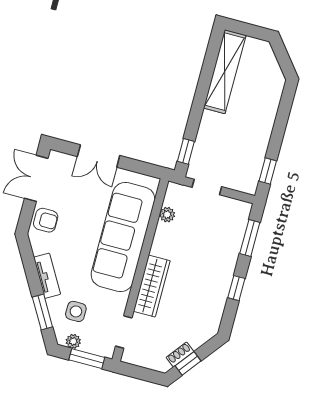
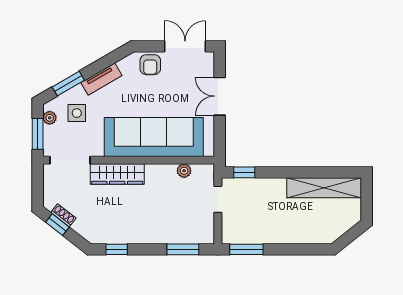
window: (268, 171) -> (246, 249), width x1.50
window: (236, 288) -> (117, 249), moved
doorway: (124, 332) -> (70, 160), width x1.38

